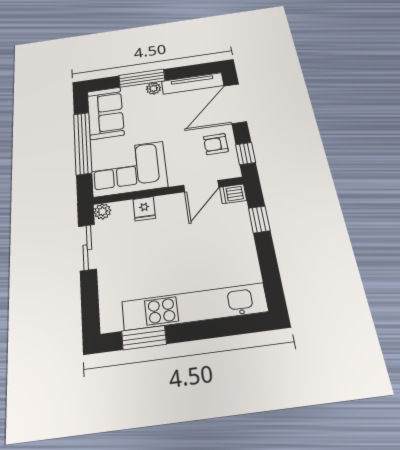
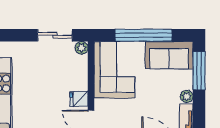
window: (142, 78) -> (199, 71), moved
fridge: (144, 209) -> (79, 99), moved

